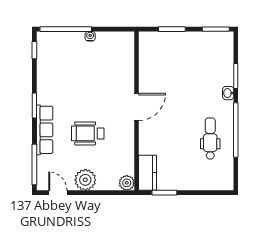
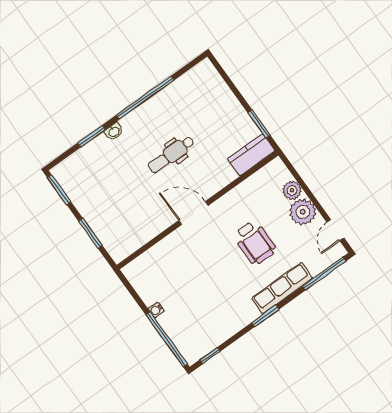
dental chair: (210, 139) -> (171, 155), moved
plant: (127, 183) -> (292, 190), moved

